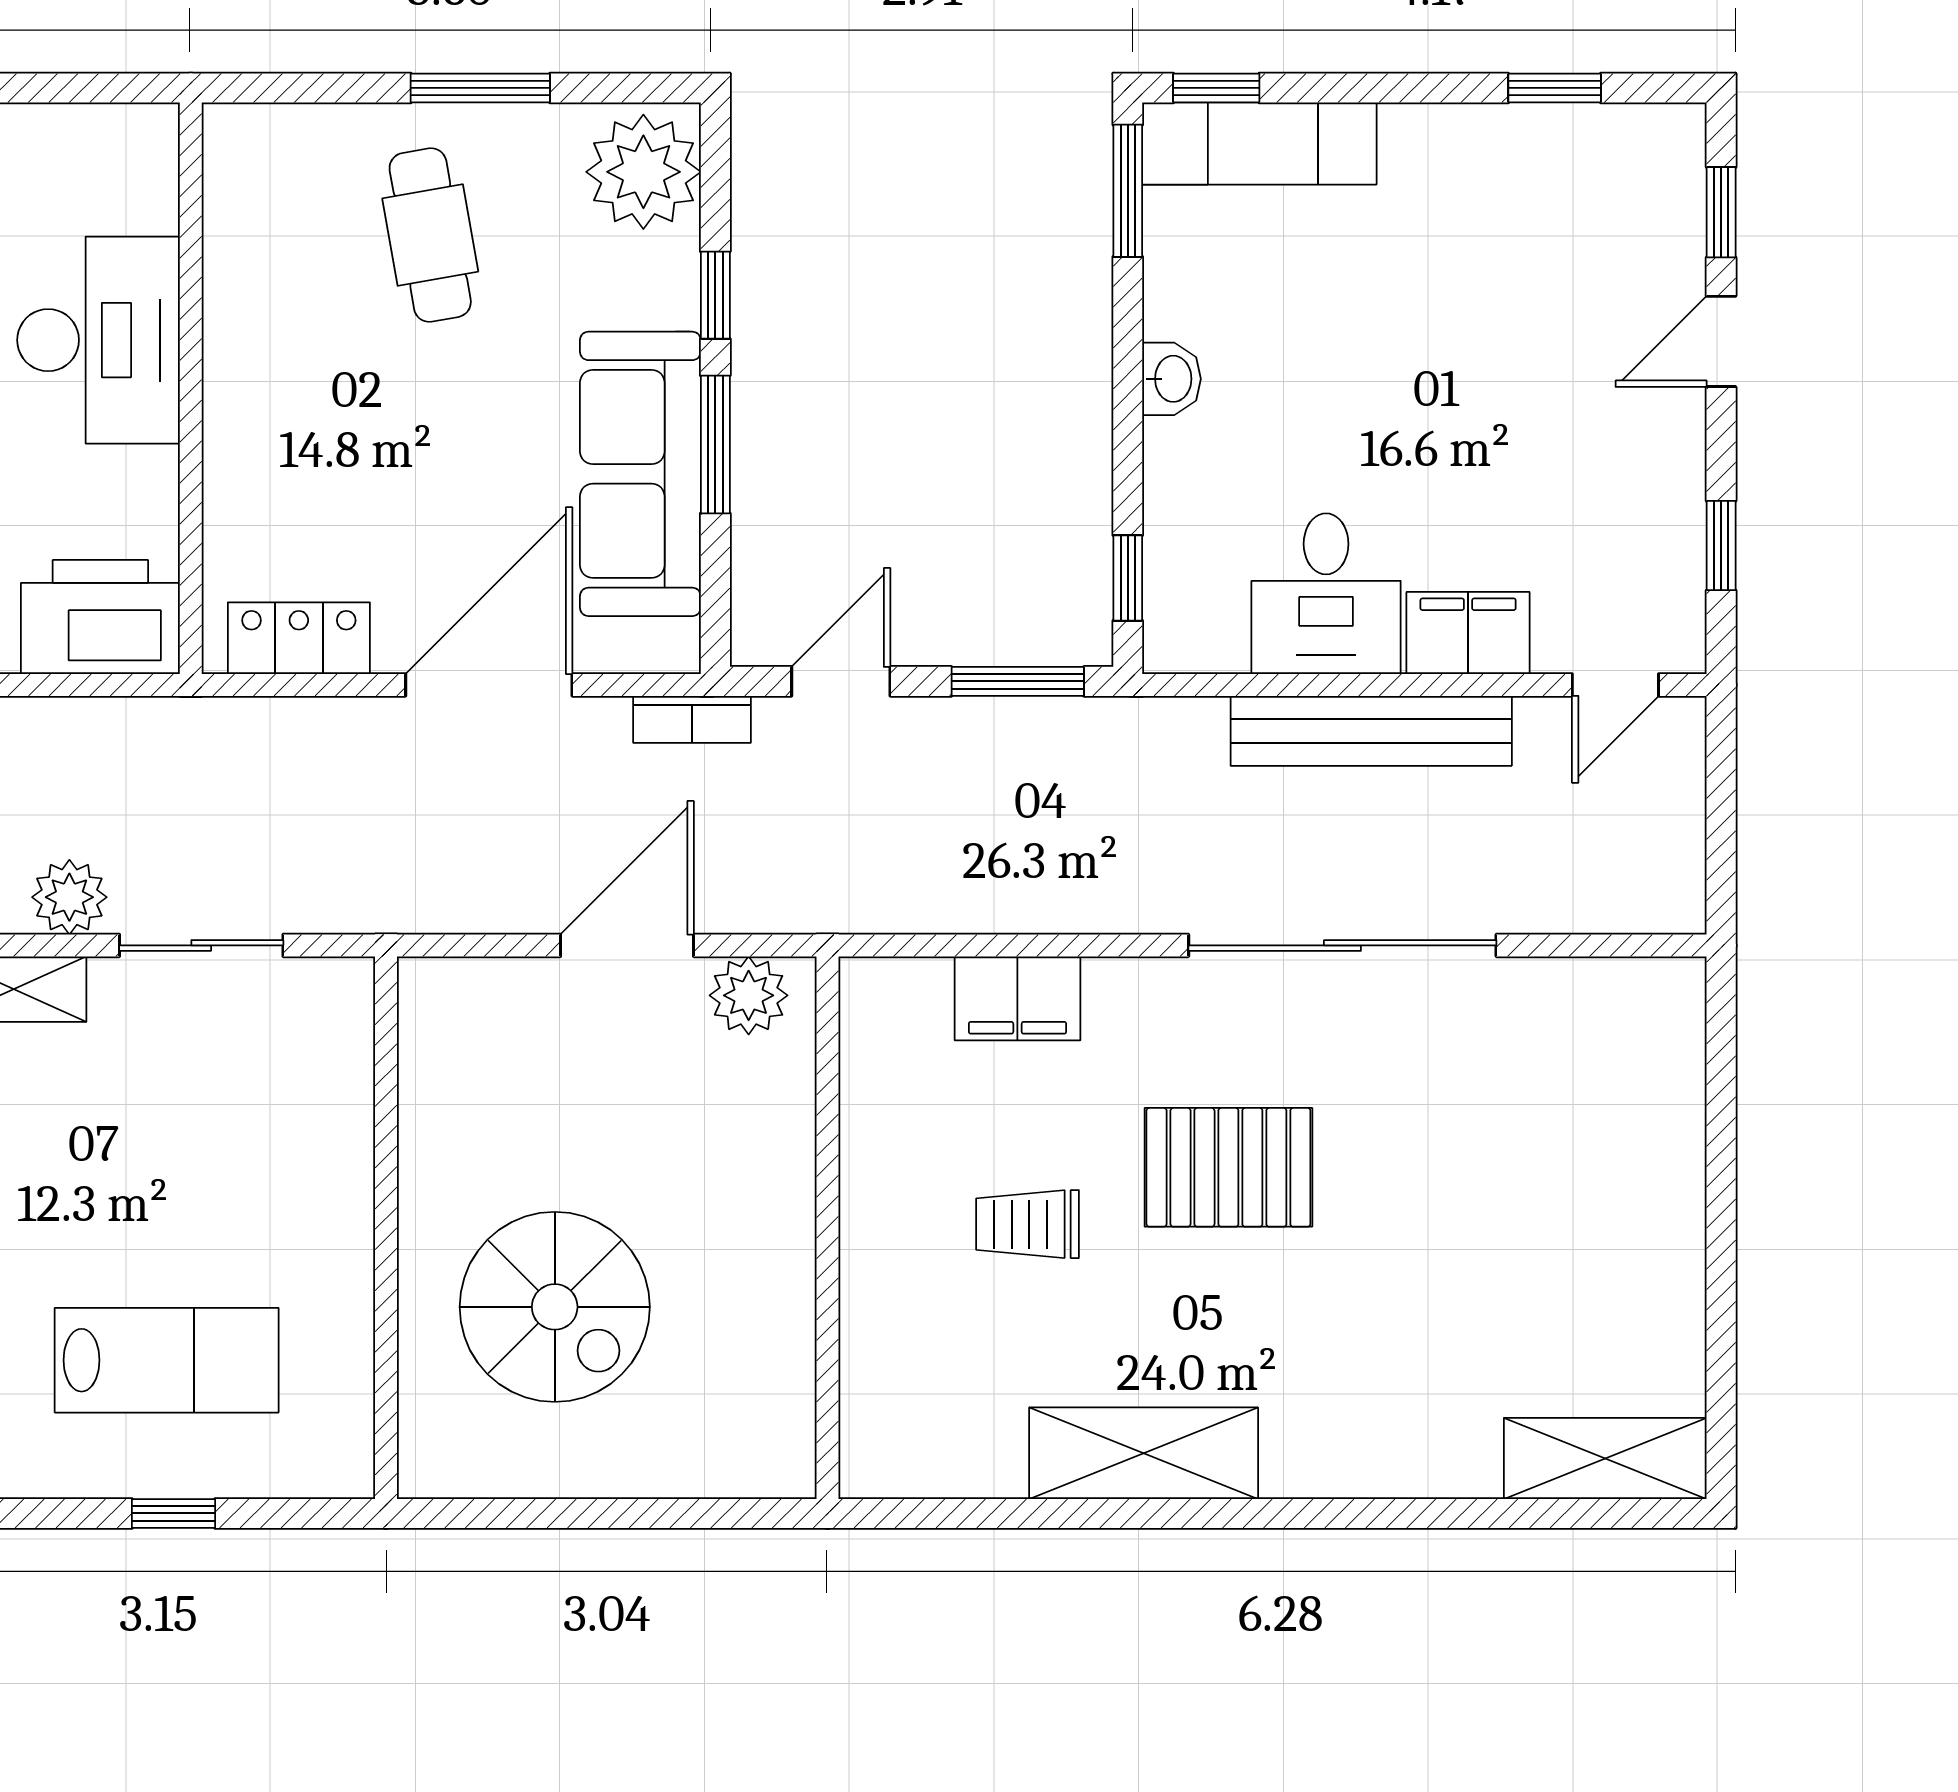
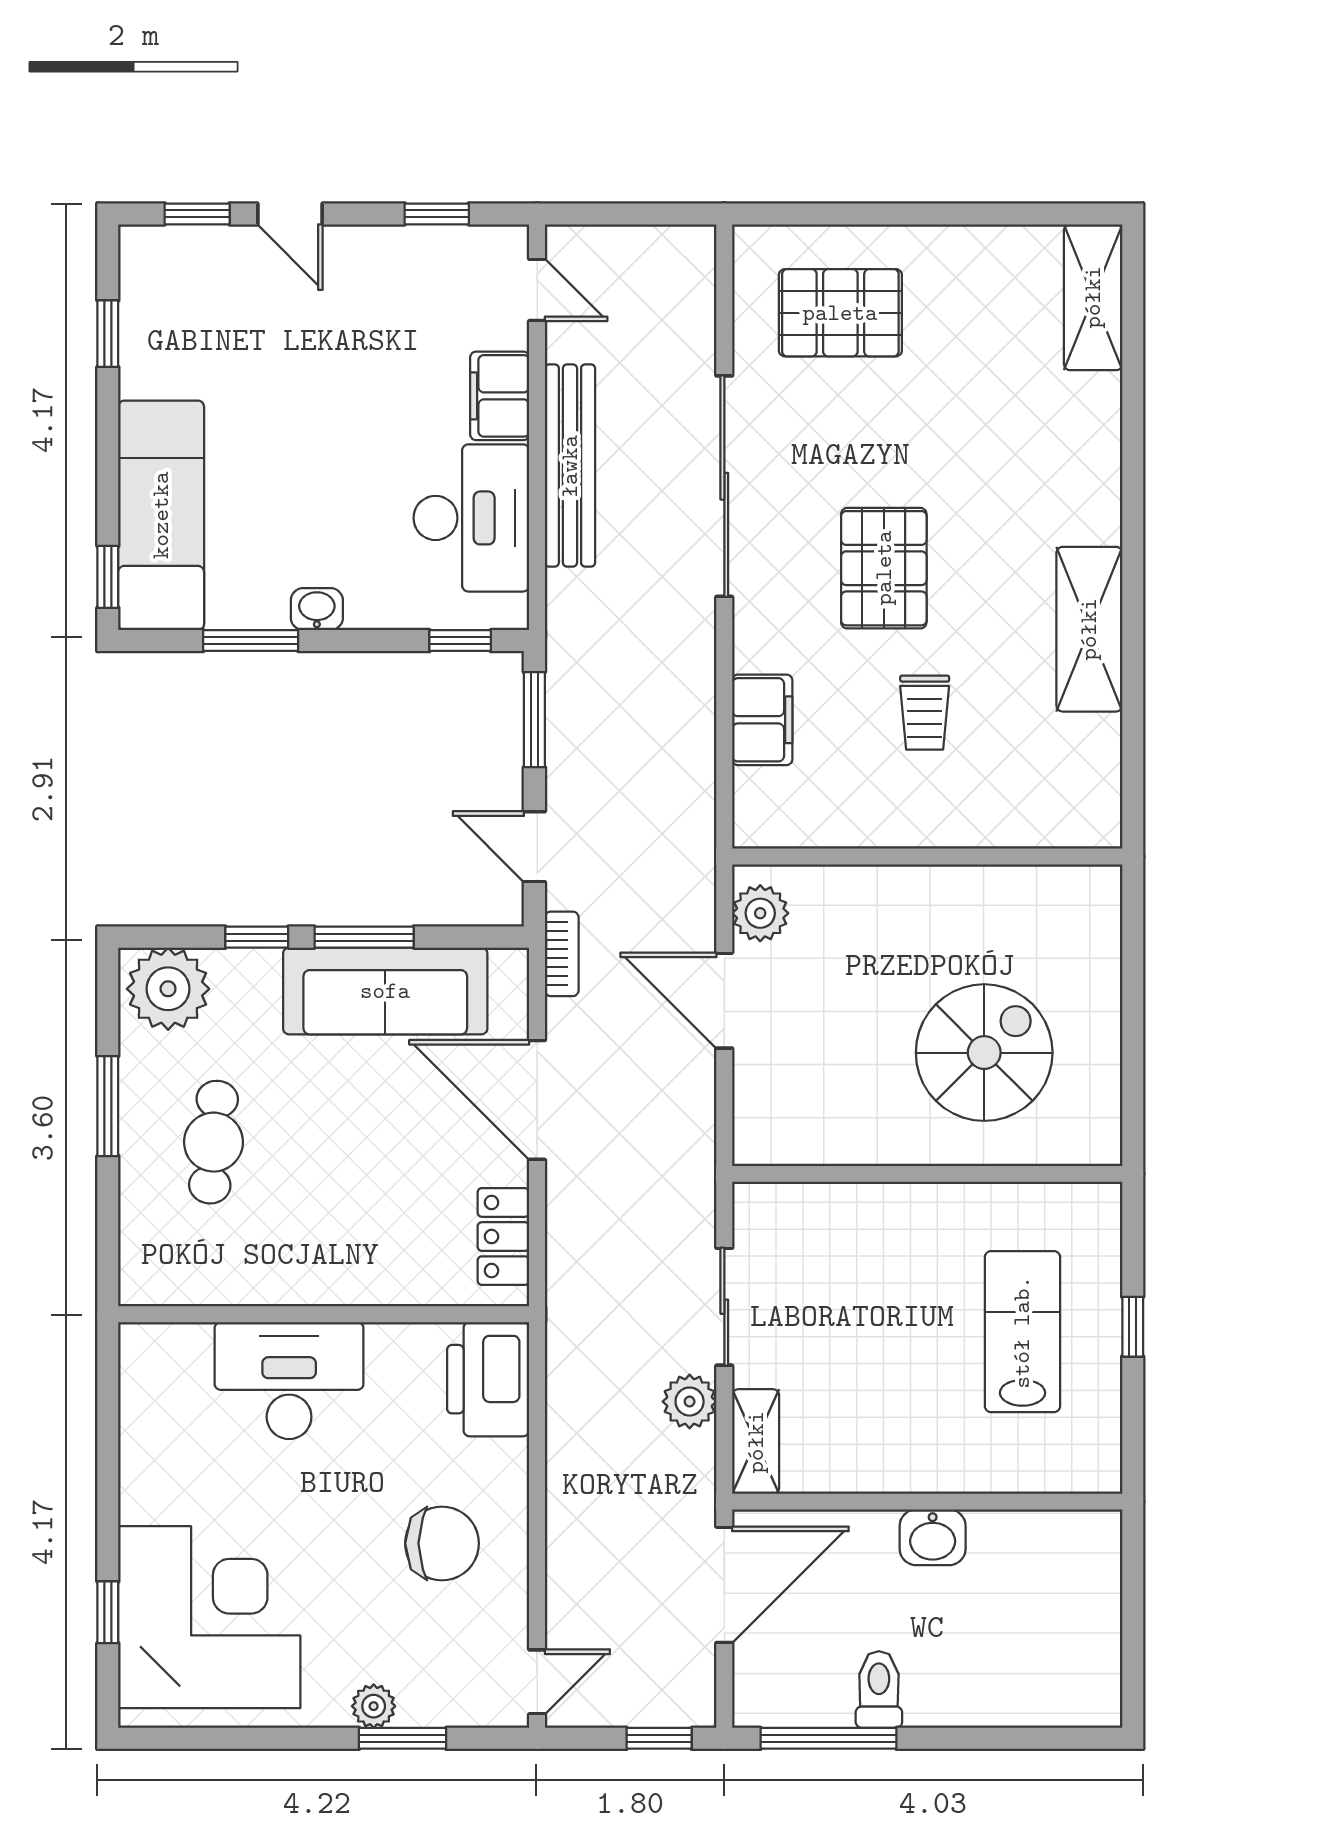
exam couch: (1259, 144) -> (161, 515), width x1.36, depth x1.45
window: (1128, 191) -> (251, 641), moved
cafe table: (430, 235) -> (214, 1142), turned -75
desk: (1326, 594) -> (471, 518), width x1.37
pallet: (1584, 1107) -> (840, 313), added

